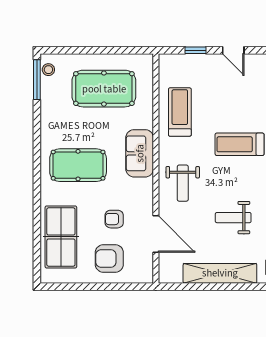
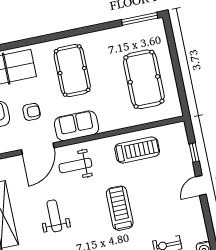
stool: (48, 70) -> (150, 27), removed
sofa: (140, 153) -> (76, 126), moved
armchair: (114, 219) -> (32, 112), turned 90
door: (156, 234) -> (38, 149), moved

